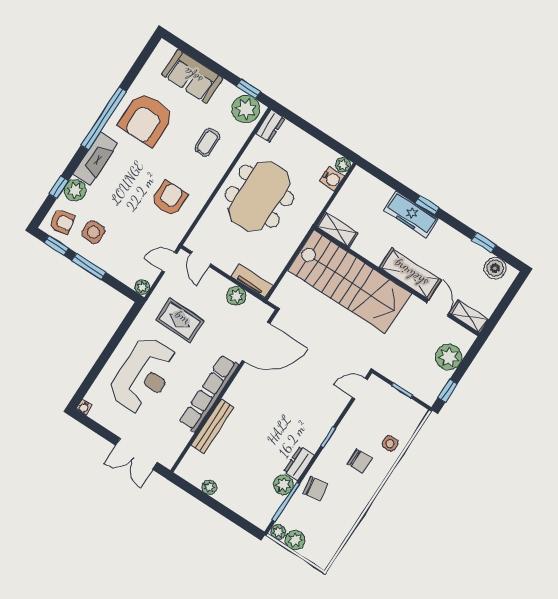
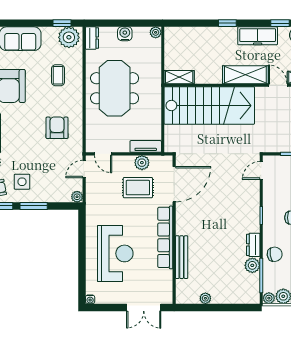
water cooler: (332, 179) -> (125, 34), moved, turned -90
freezer: (411, 214) -> (258, 36), moved
rug: (180, 320) -> (138, 188), moved

